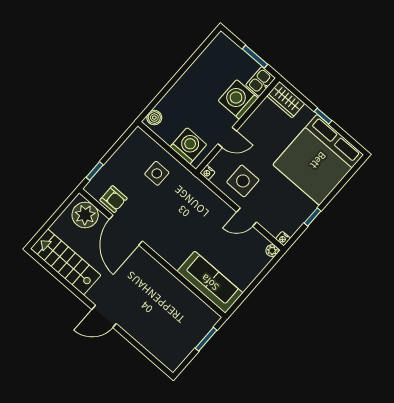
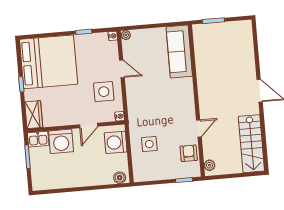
door: (227, 137) -> (89, 125), swing flipped
plant: (85, 215) -> (210, 165), width x0.53, depth x0.53
door: (126, 230) -> (199, 128), width x0.53

